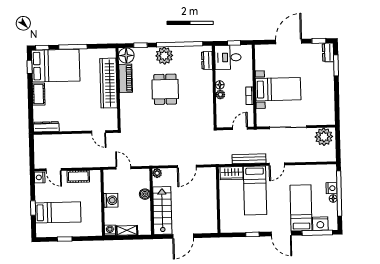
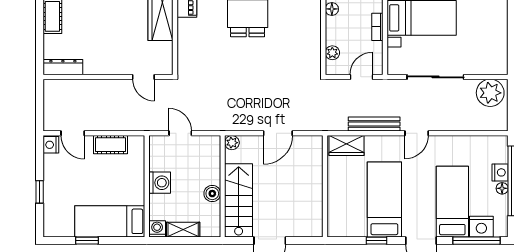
plant: (220, 95) -> (332, 53), moved
bed: (255, 190) -> (384, 199), moved, turned 180
boiler: (145, 194) -> (212, 194), moved
bed: (58, 212) -> (110, 221), moved, turned 180

